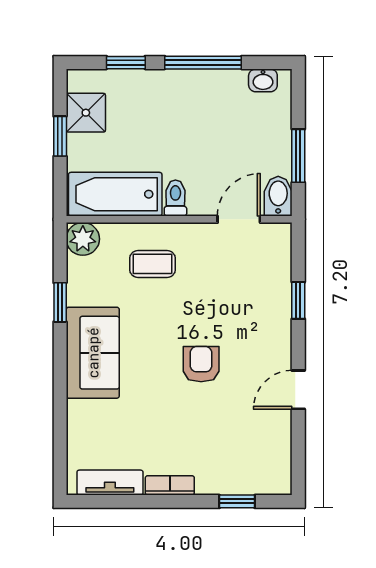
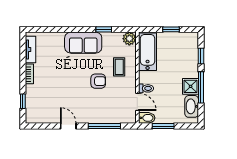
washbasin: (263, 80) -> (192, 106), width x1.91, depth x1.45
shower: (86, 113) -> (191, 86), moved
toilet: (175, 198) -> (146, 88), moved
window: (298, 300) -> (104, 126), width x2.17
armchair: (201, 364) -> (98, 81), moved

